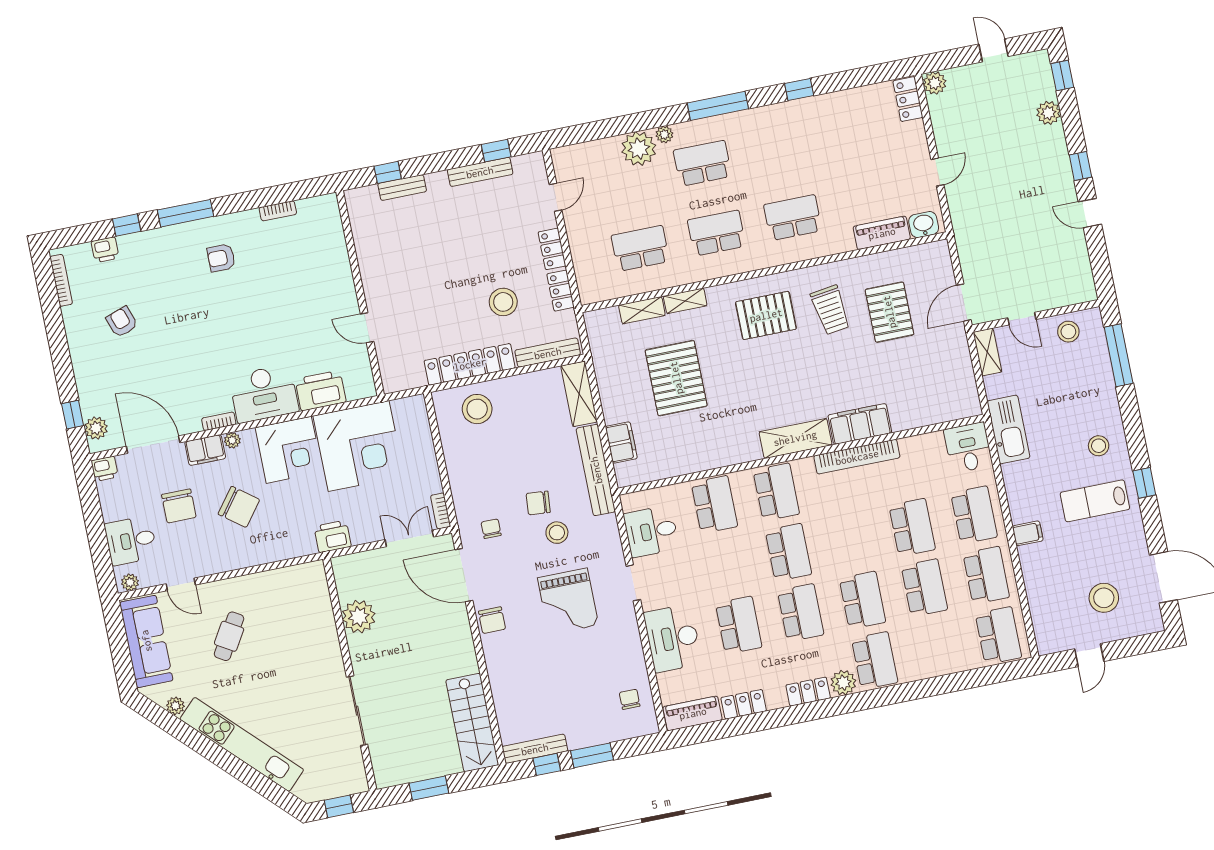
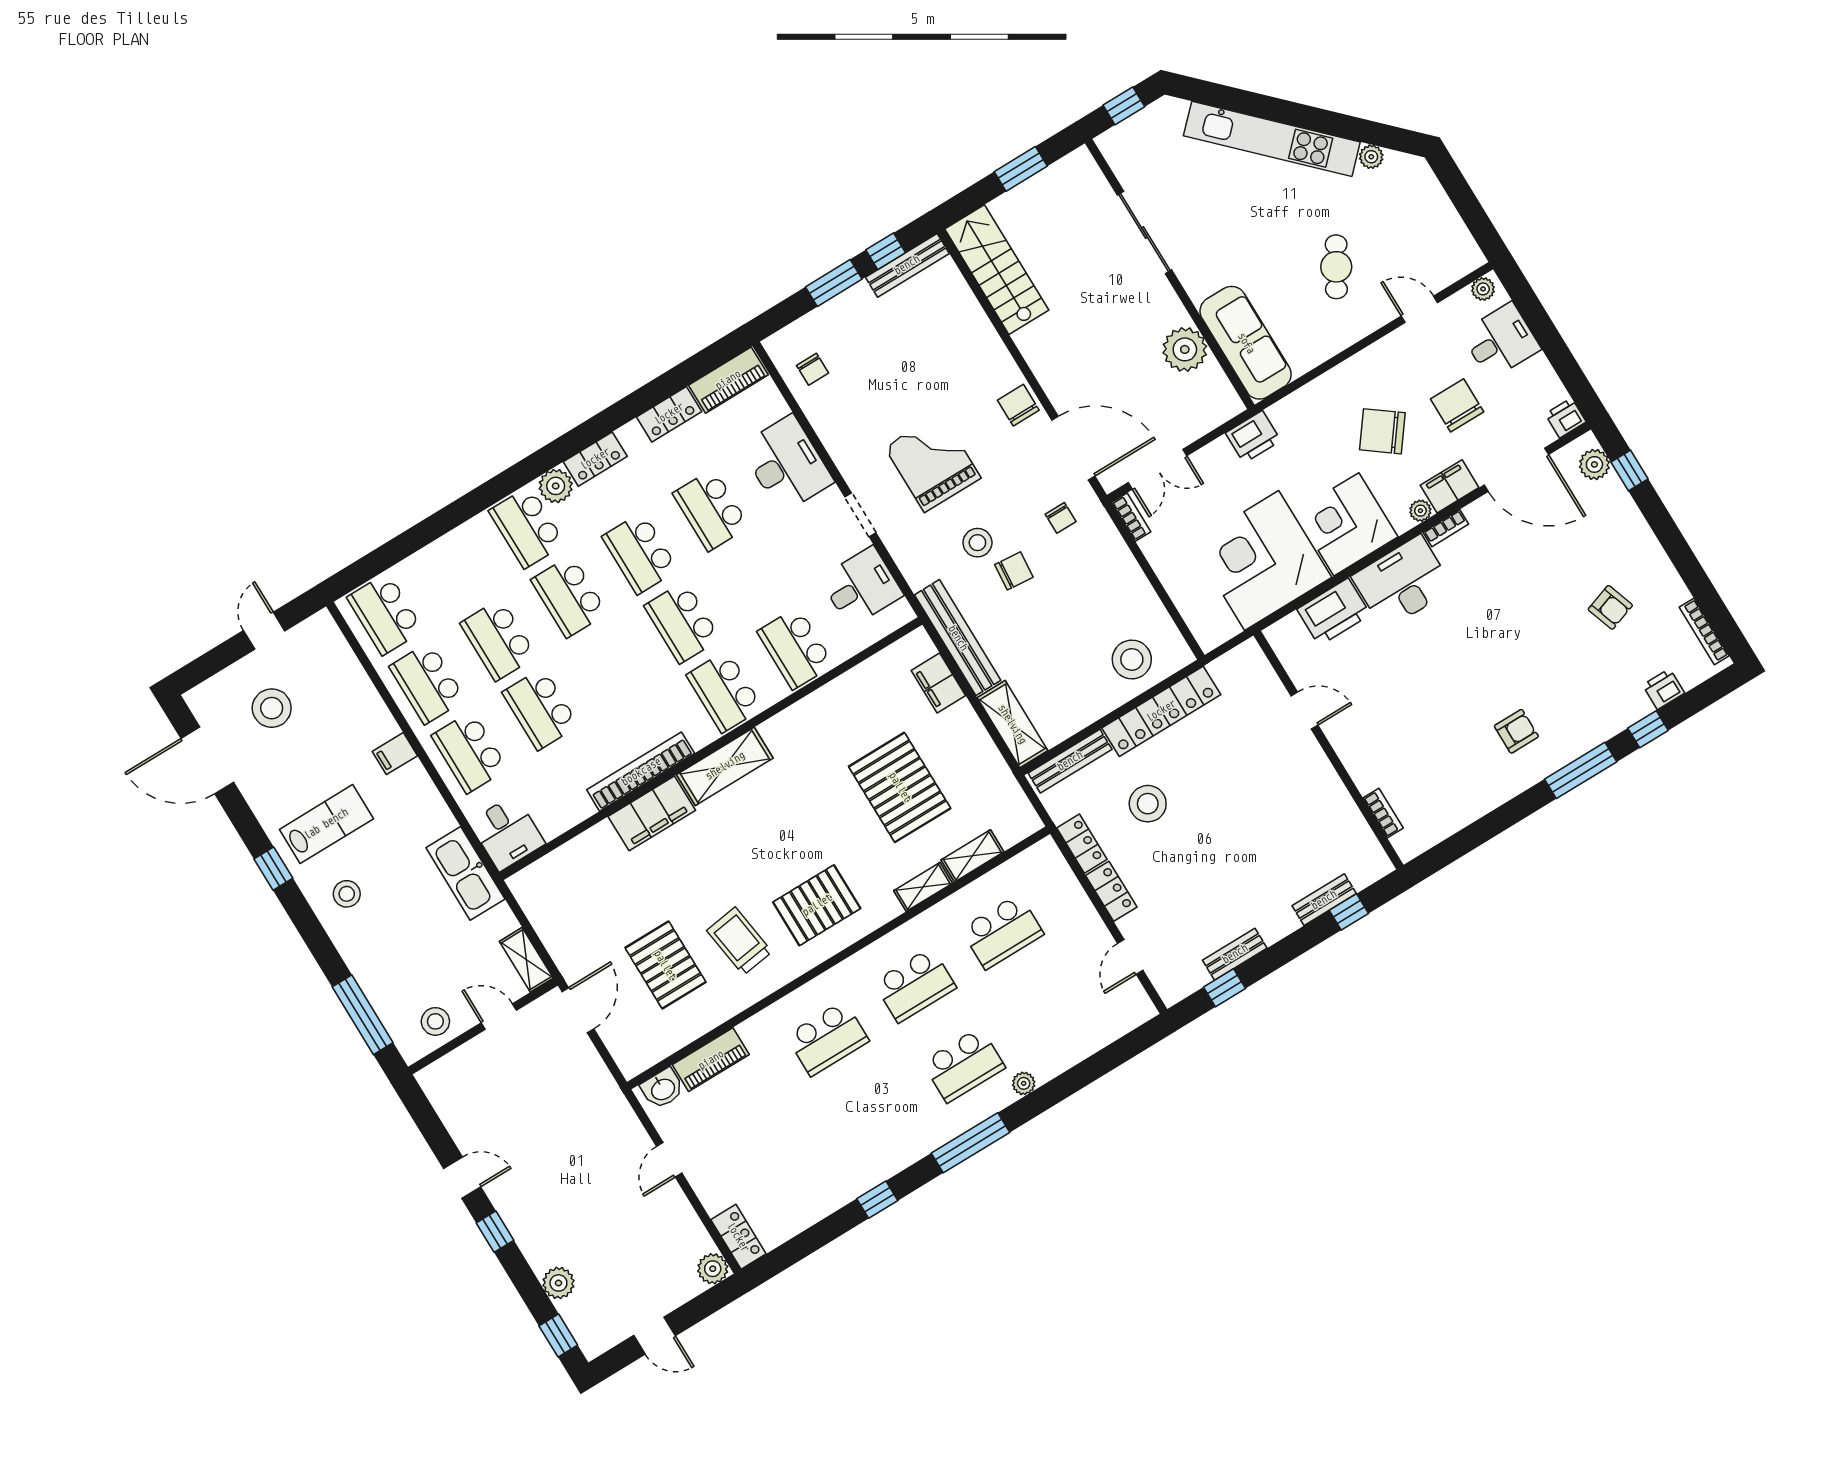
plant: (639, 149) -> (1049, 1054), removed
bench: (480, 172) -> (1235, 954), width x0.73
bookcase: (278, 211) -> (1383, 813), moved, turned 90
sofa: (146, 641) -> (1246, 343), moved, turned 180

